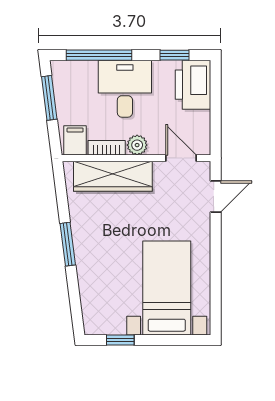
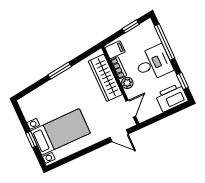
window: (49, 98) -> (131, 26), width x0.67
window: (120, 340) -> (31, 139), moved

